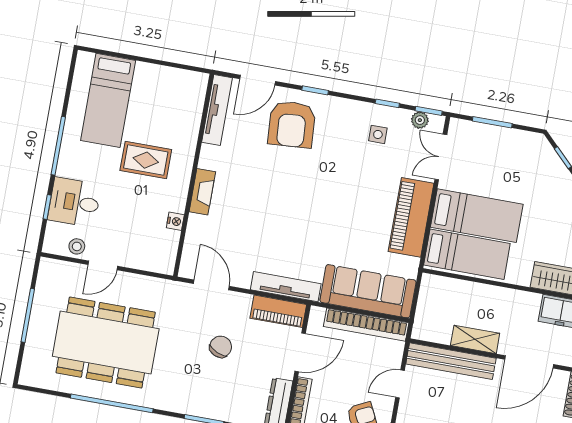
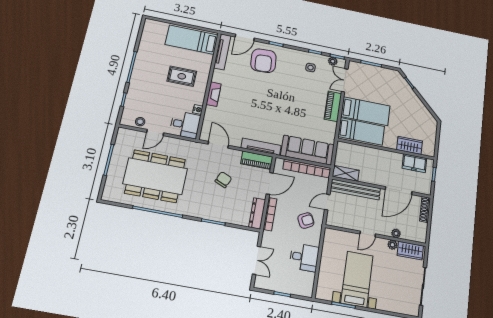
bed: (108, 100) -> (192, 40), moved, turned 90
desk: (74, 202) -> (185, 125), moved, turned 180
piano: (411, 217) -> (333, 106), width x0.73, depth x0.75
shelving: (475, 339) -> (346, 173), moved

